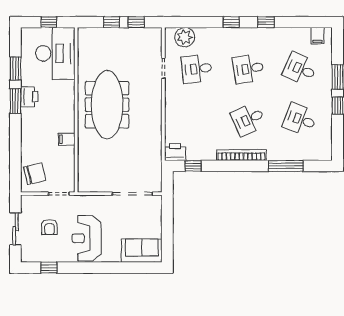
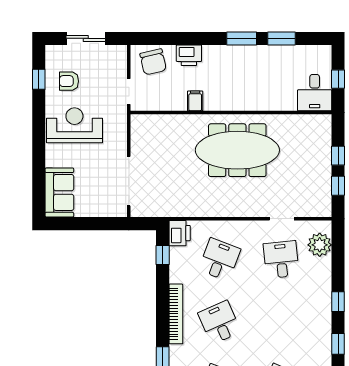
desk: (55, 53) -> (315, 93), width x0.53, depth x0.77
desk: (248, 69) -> (219, 259), moved, turned 30
printer: (29, 97) -> (189, 55), moved
armchair: (50, 227) -> (69, 81), moved

